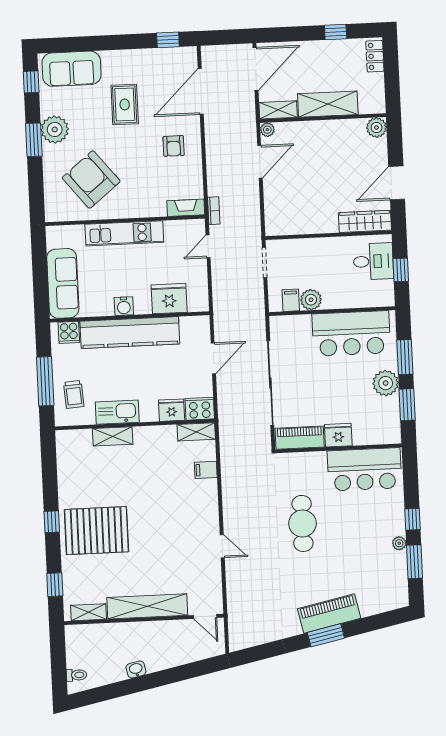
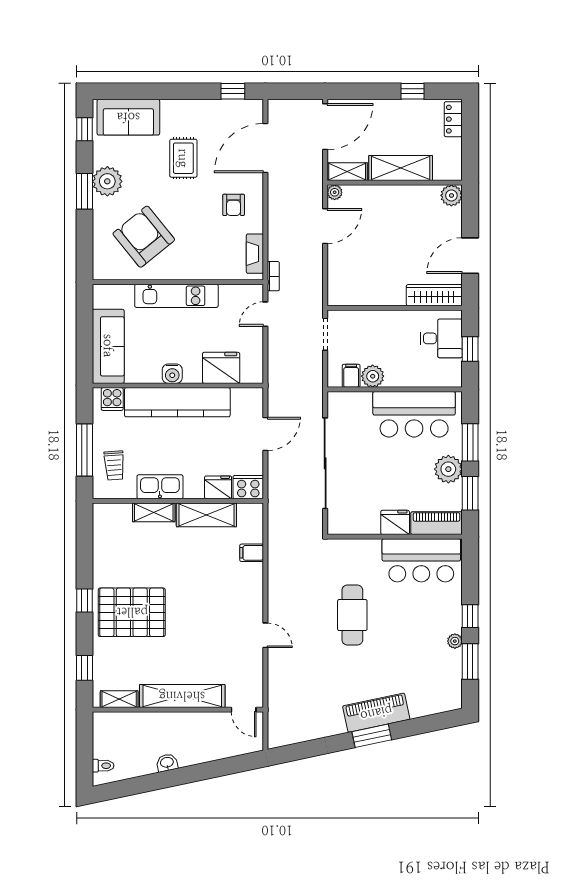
fireplace: (186, 208) -> (255, 254), moved, turned -90
shelving: (196, 432) -> (206, 515), moved, width x1.50, depth x1.33
piano: (300, 438) -> (437, 523), moved

